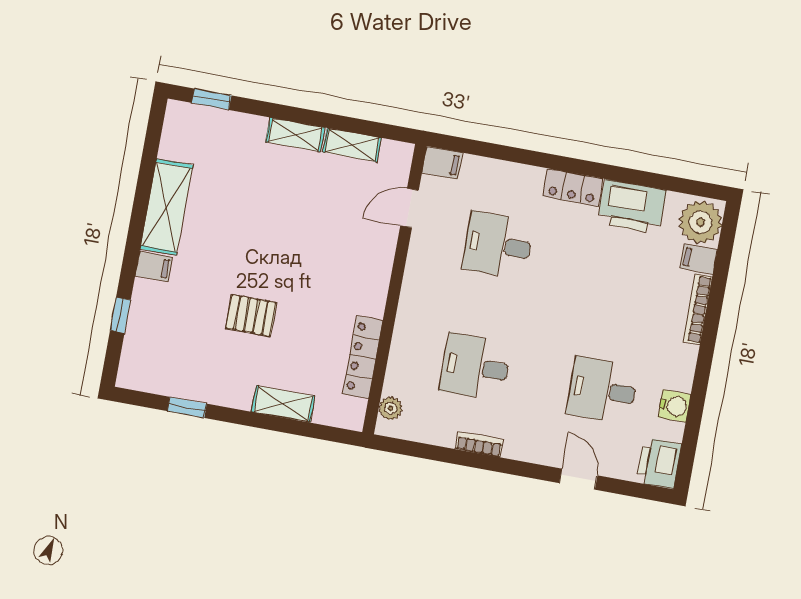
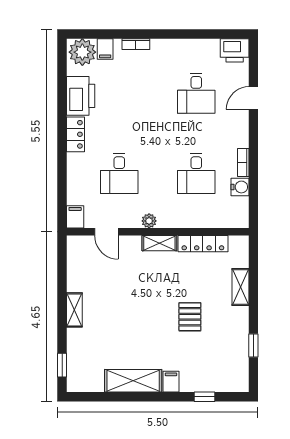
shelving: (352, 145) -> (159, 243), moved, turned 90
bookcase: (698, 309) -> (136, 44), width x0.64
water cooler: (674, 406) -> (240, 187), moved, turned 90
plant: (391, 408) -> (149, 221), moved

